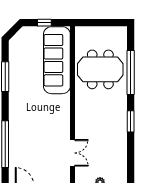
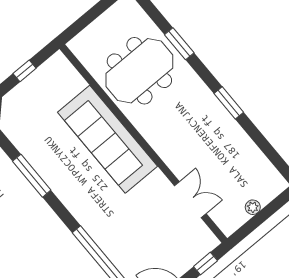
sofa: (57, 60) -> (108, 139), moved
window: (131, 72) -> (179, 44), width x0.47

